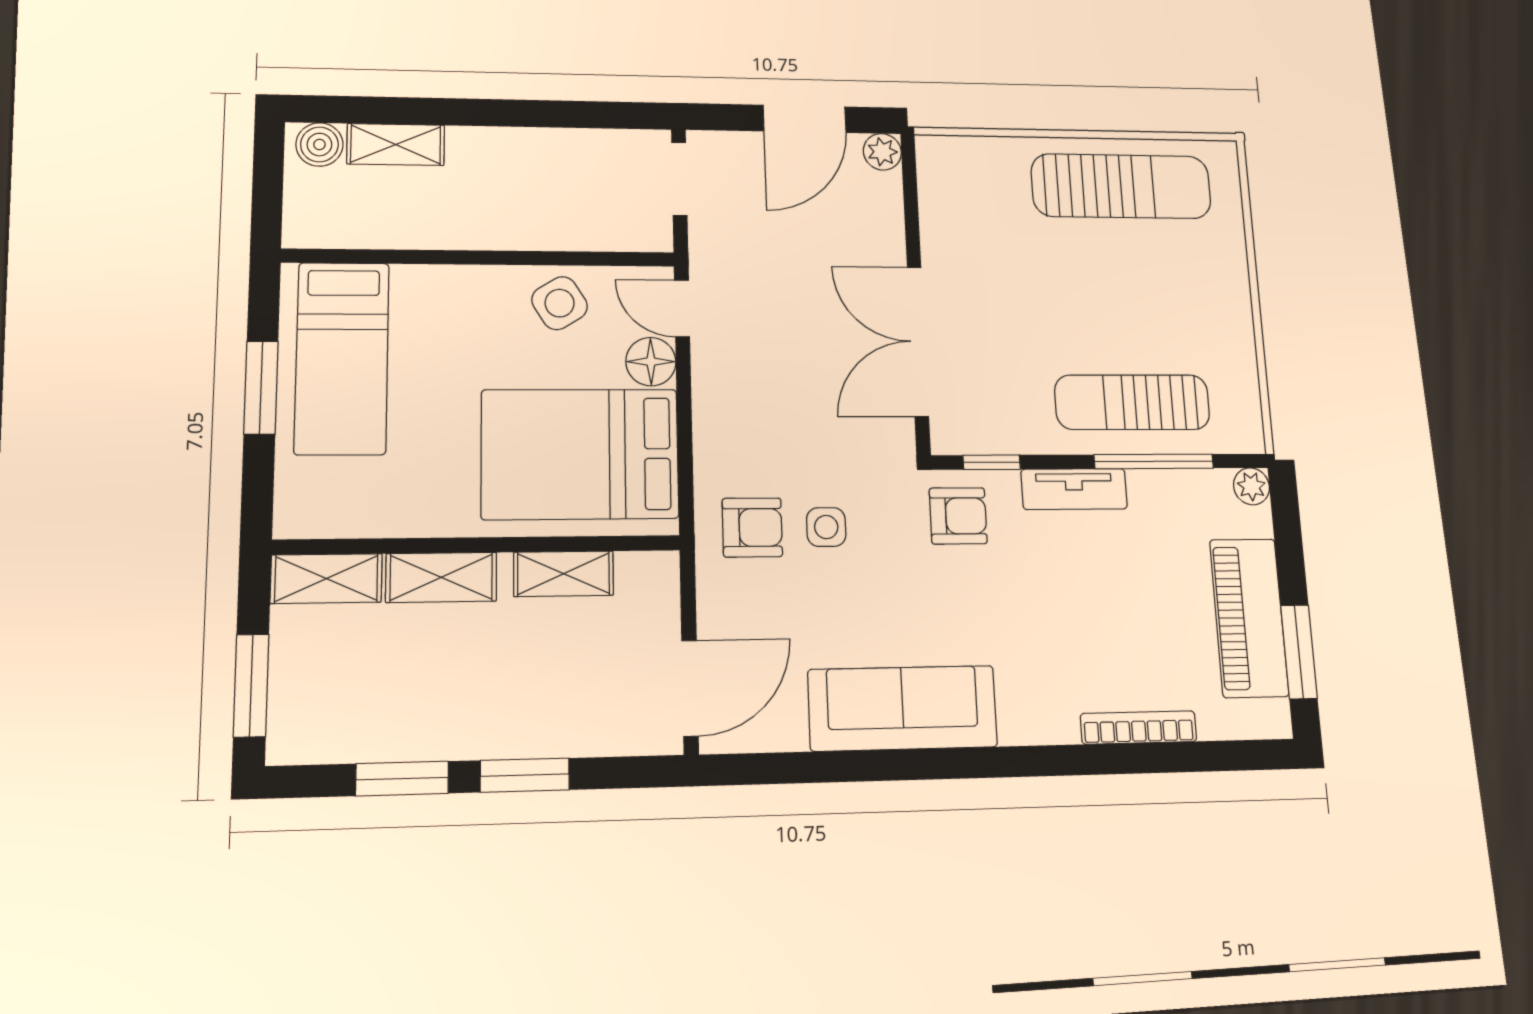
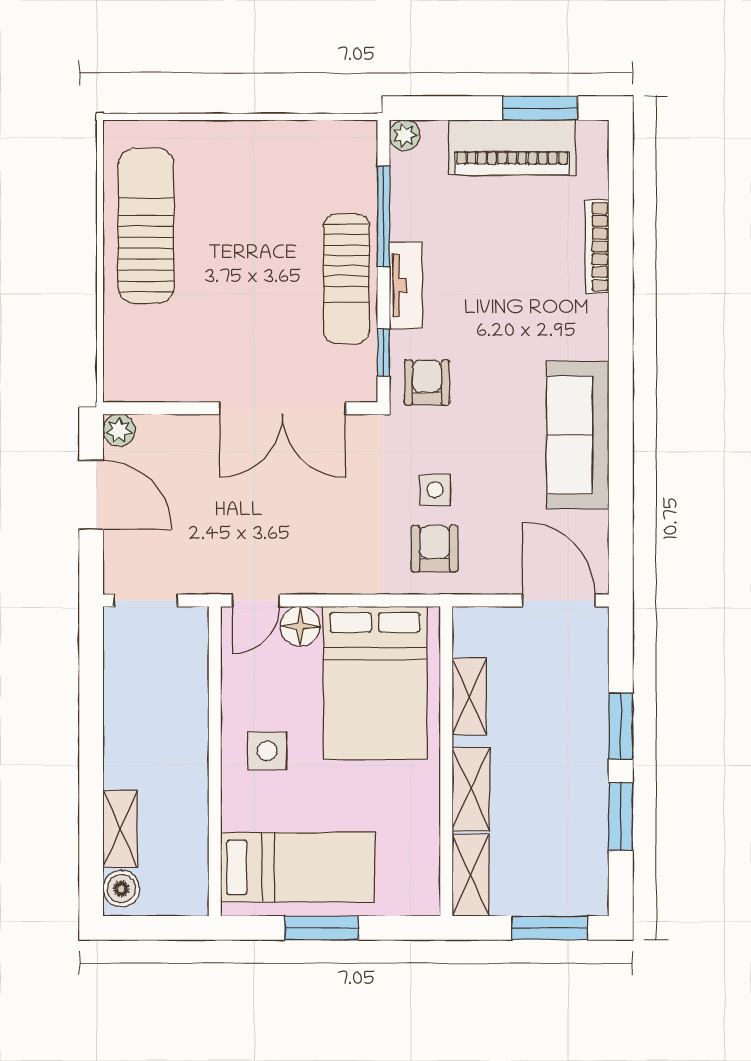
side table: (560, 303) -> (267, 751), moved, turned 32
sun lounger: (1132, 402) -> (346, 279), moved

